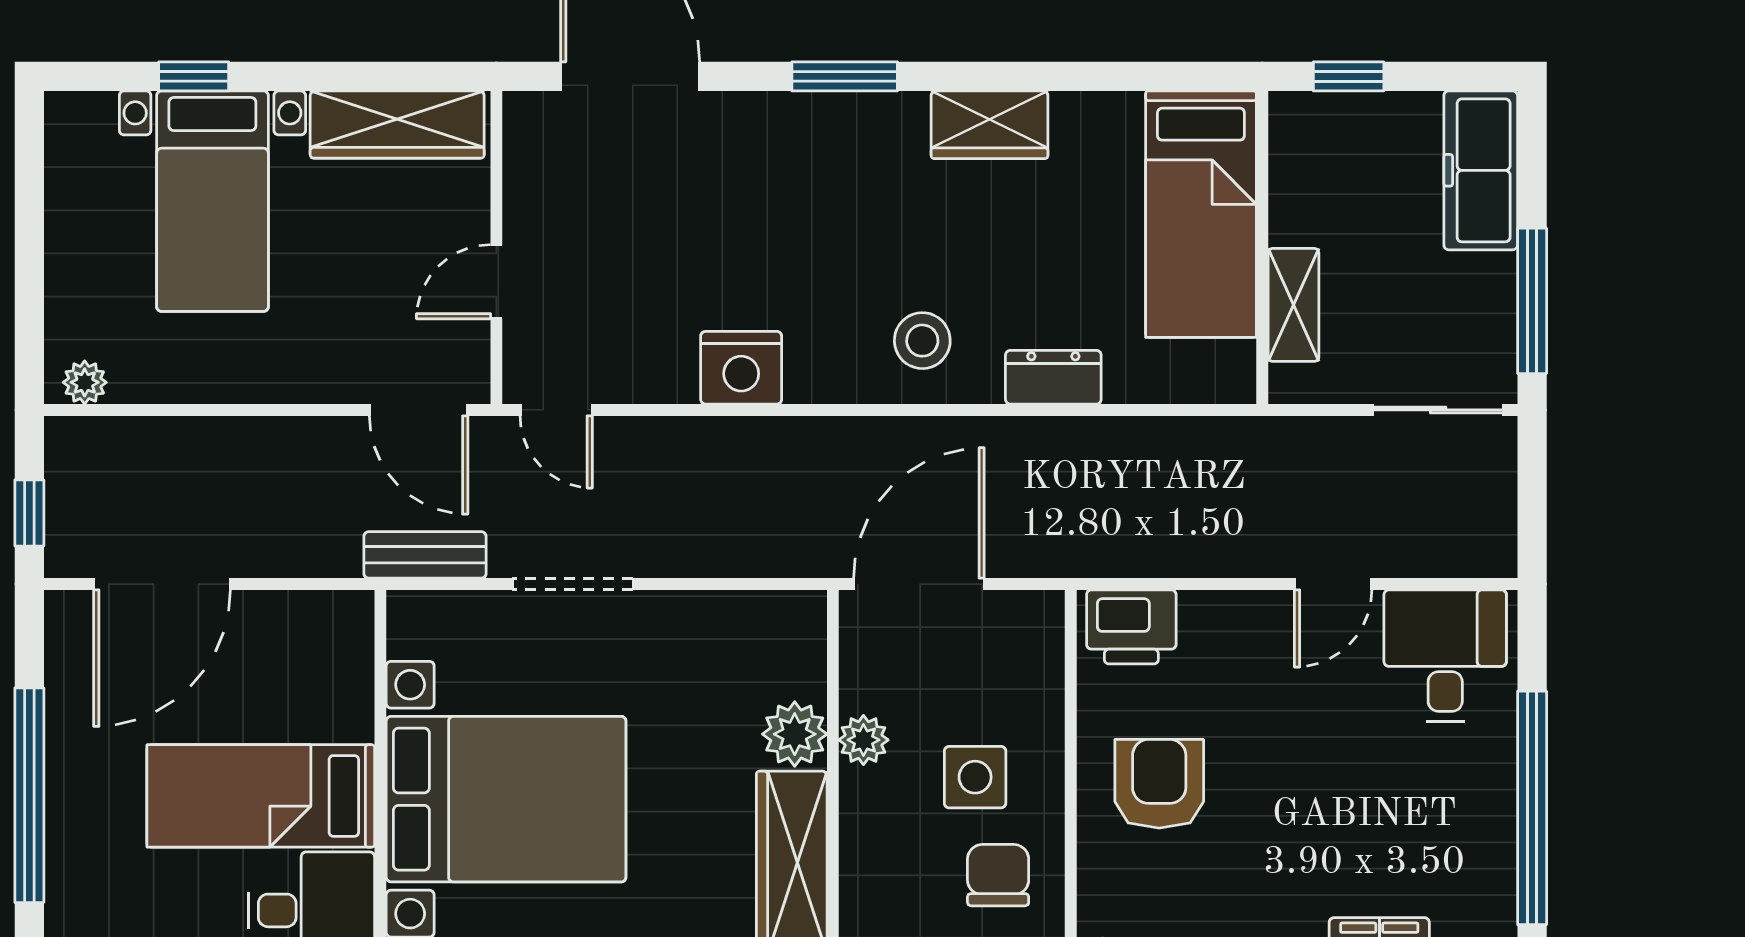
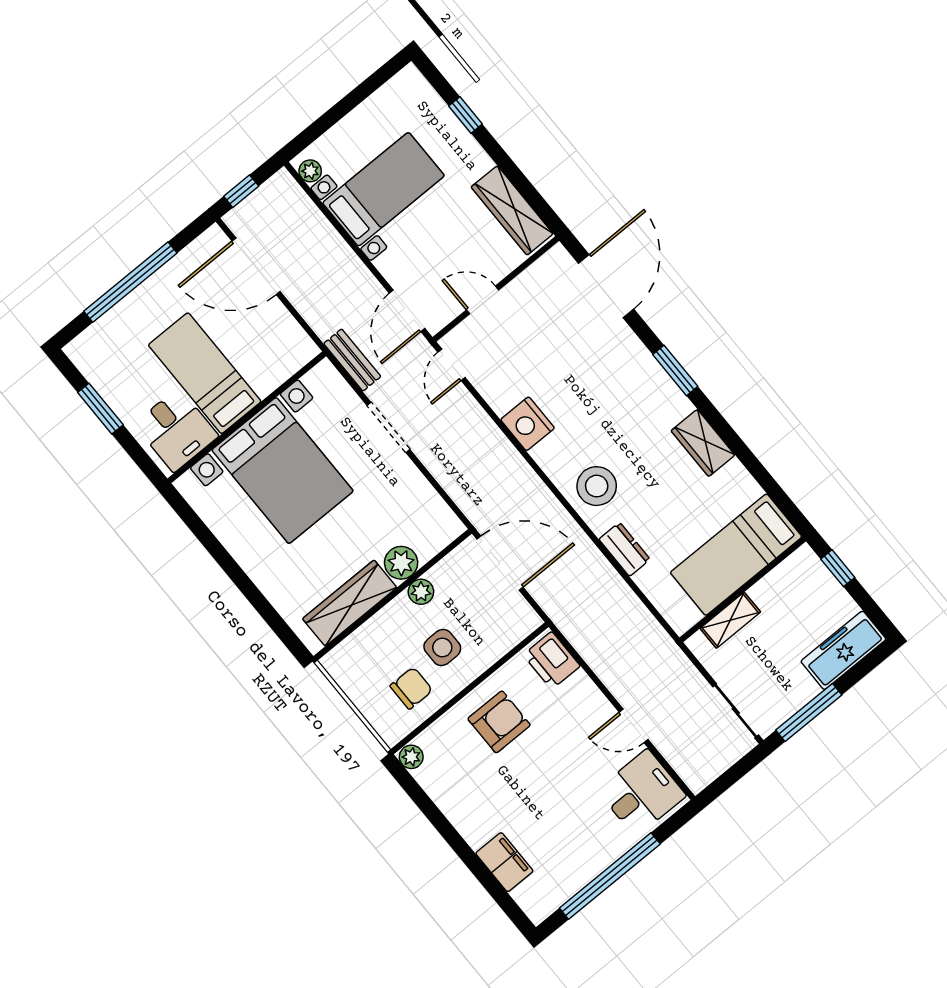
bed with nightstands: (212, 201) -> (383, 189), moved, turned 180
stool: (922, 341) -> (597, 486), width x1.38, depth x1.38

